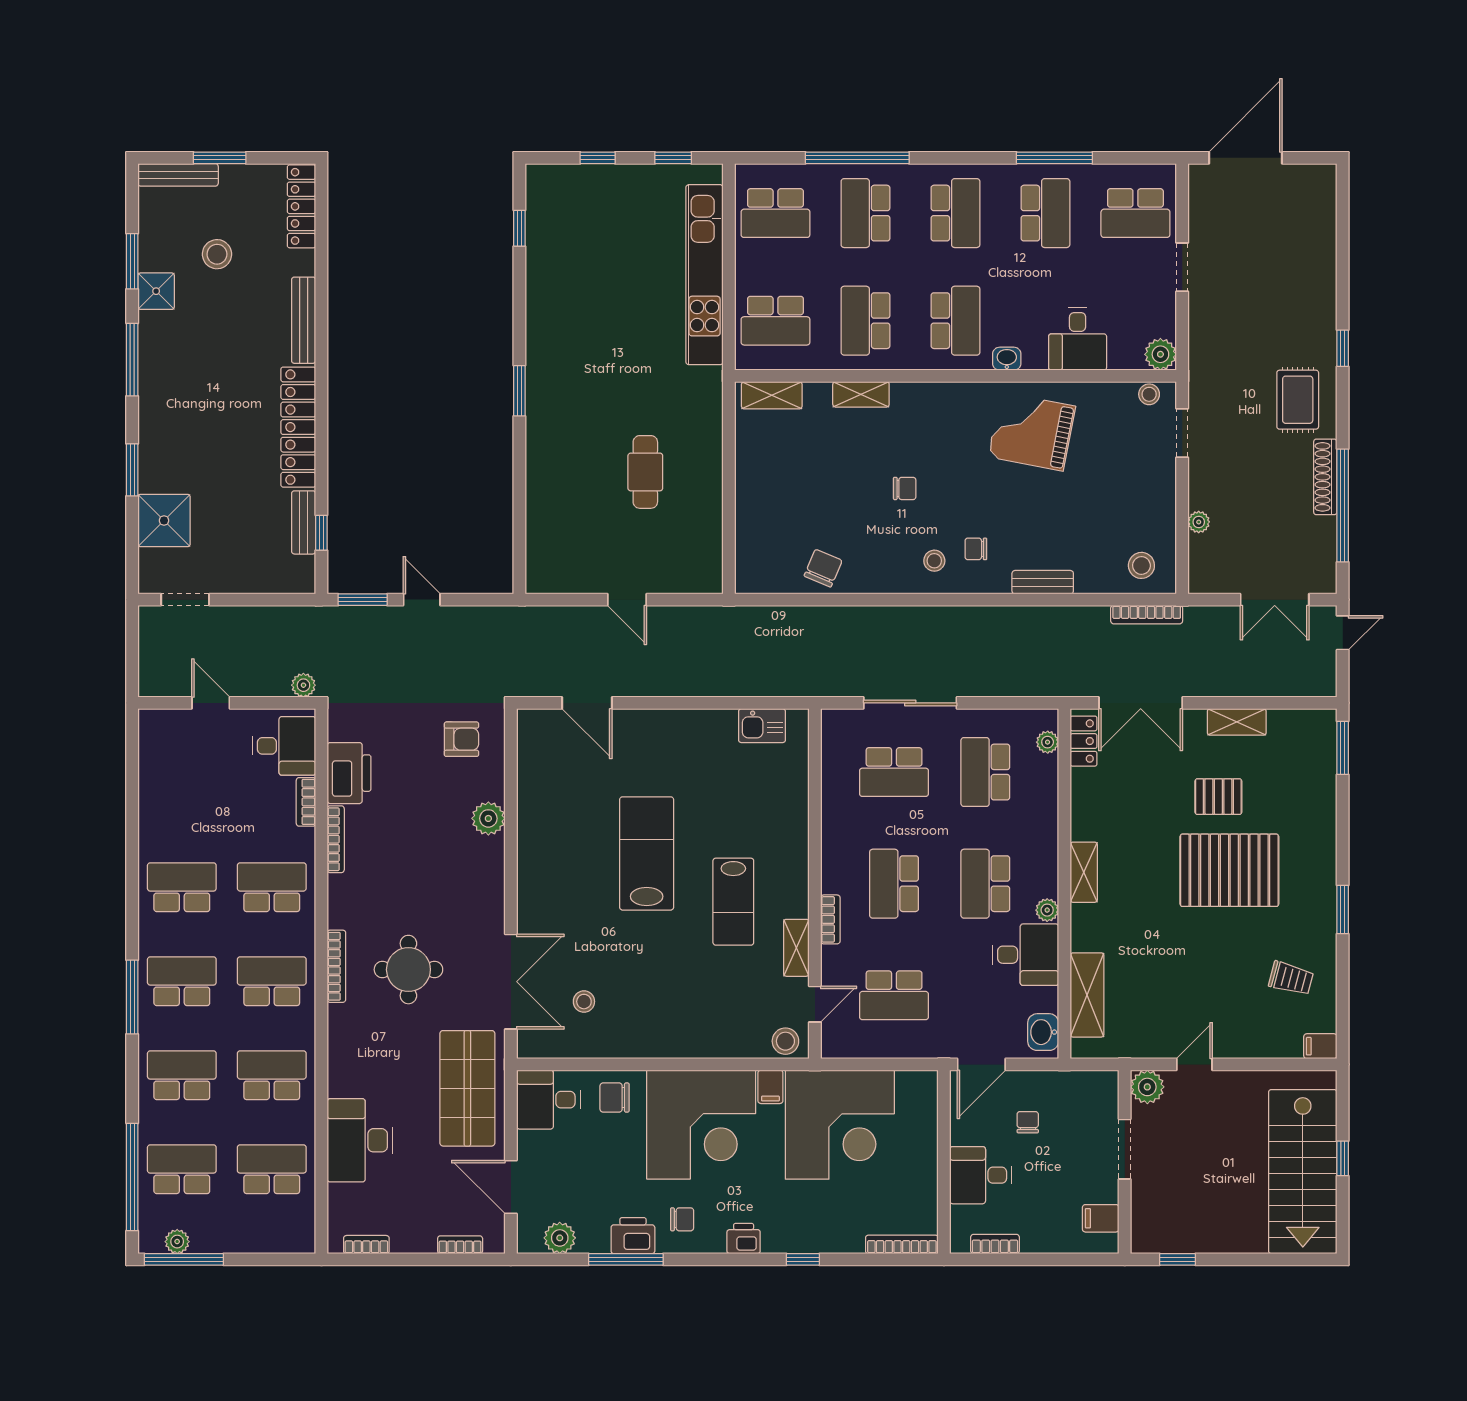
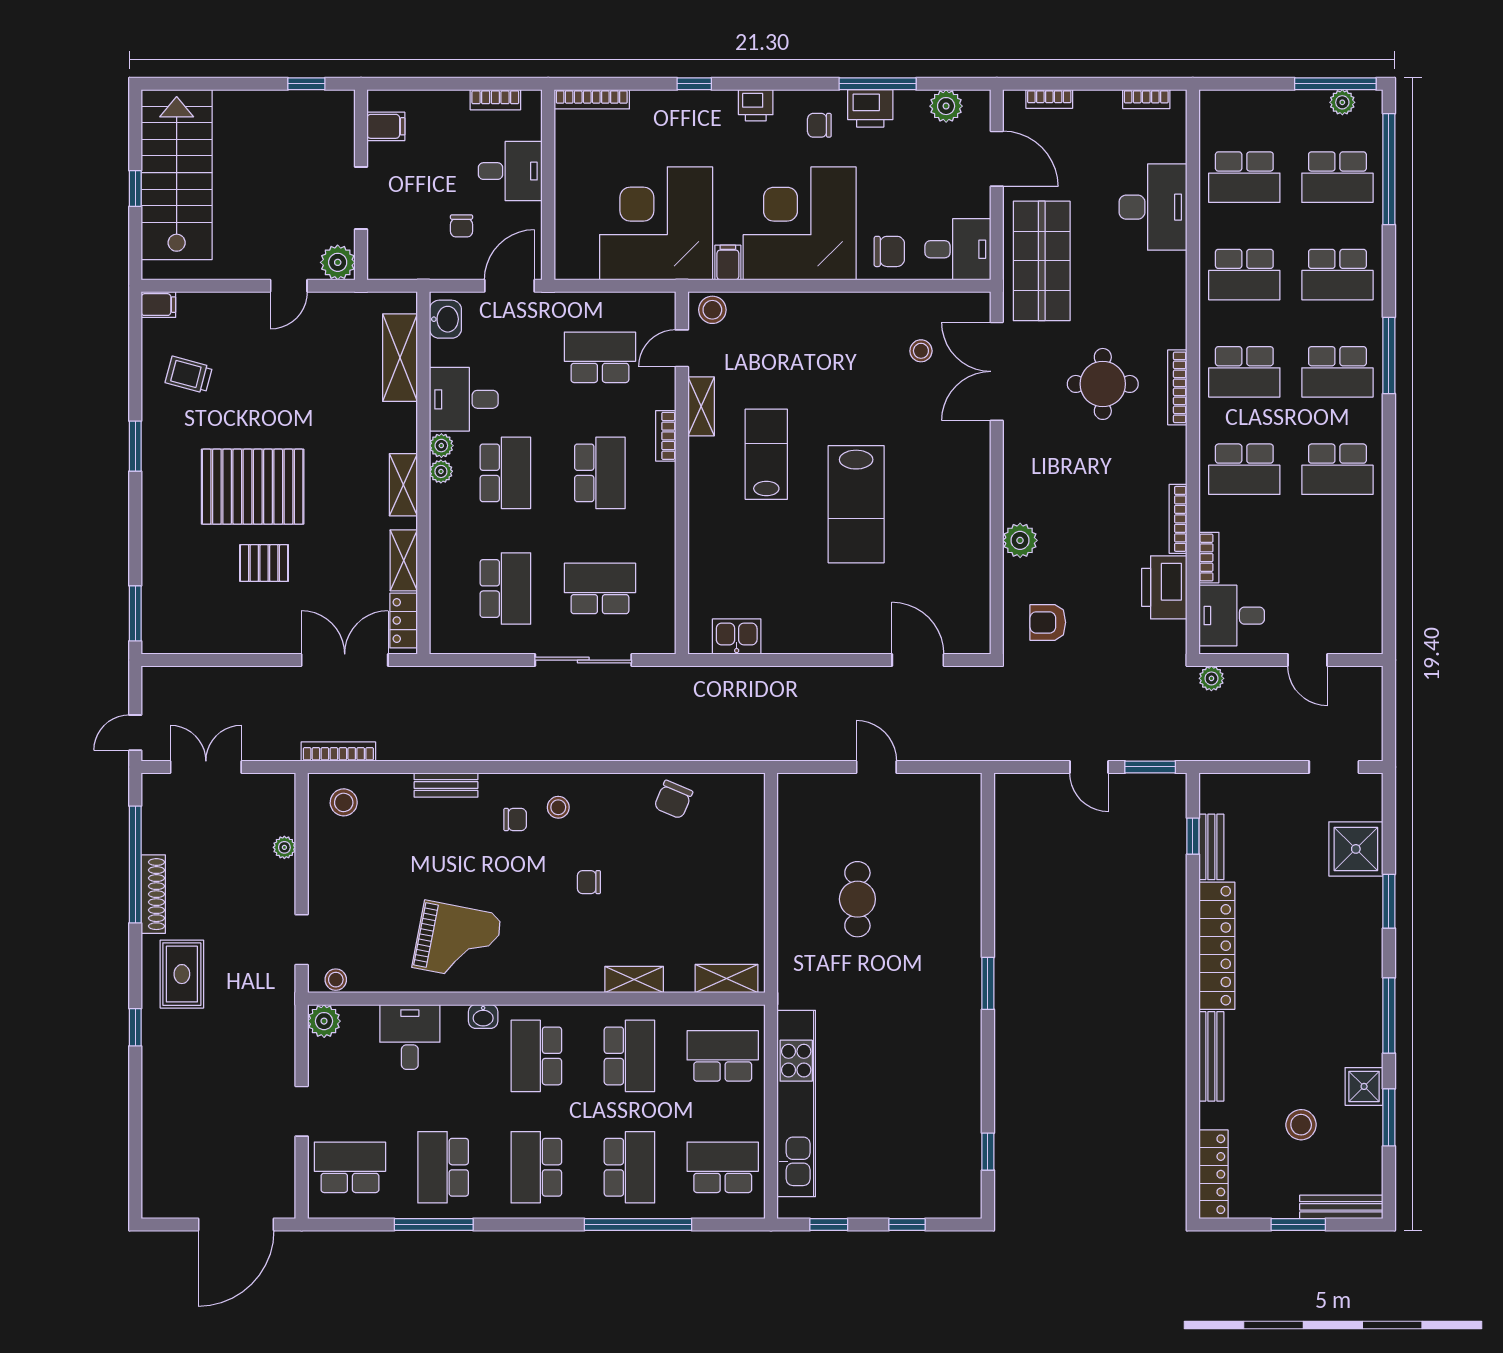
shelving: (1237, 722) -> (404, 560), moved, turned 90
plant: (1048, 742) -> (441, 471), moved

